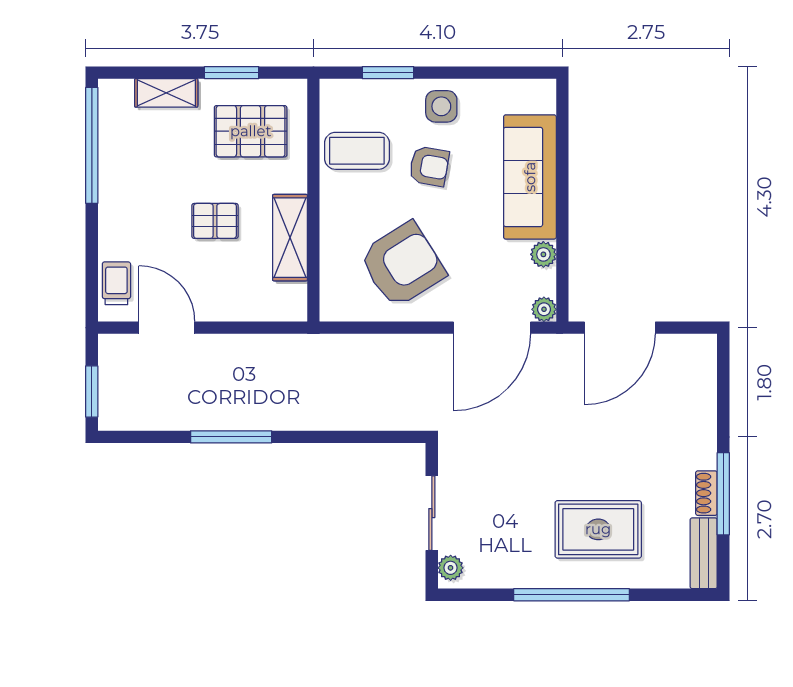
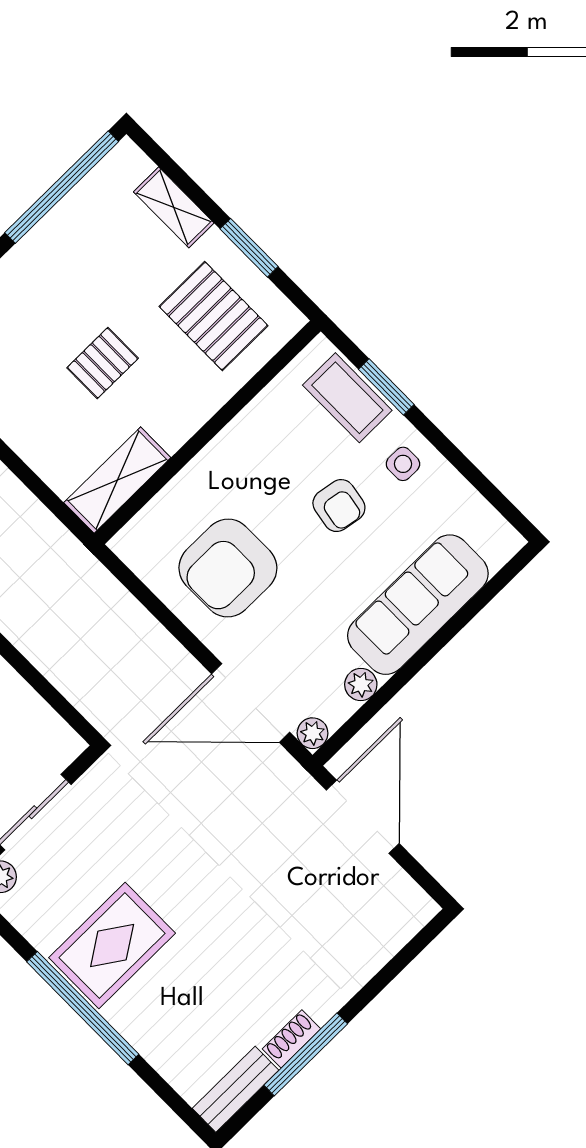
side table: (441, 106) -> (403, 464), width x0.73, depth x0.73
coffee table: (357, 151) -> (347, 398), moved
pallet: (215, 221) -> (103, 363), turned 90
shelving: (290, 238) -> (117, 480), moved
armchair: (402, 265) -> (228, 568), turned 122
door: (620, 328) -> (363, 817), swing flipped
rug: (598, 529) -> (112, 945), moved, turned 90

